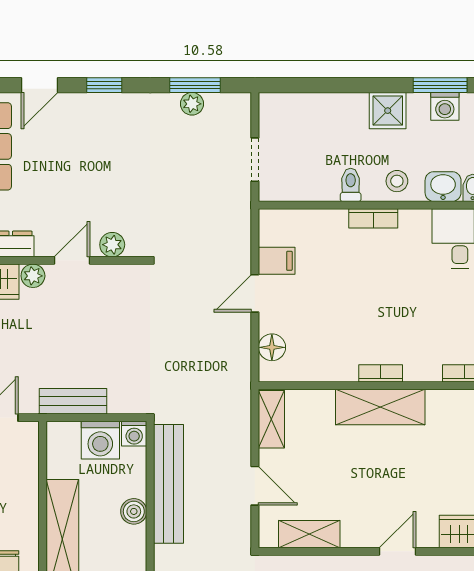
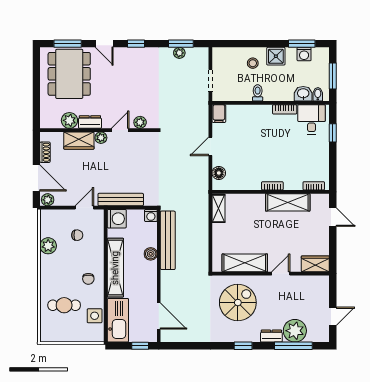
door: (40, 85) -> (104, 44), hinge flipped
stool: (397, 181) -> (253, 63), moved
bookcase: (373, 218) -> (285, 109), moved
filing cabinet: (277, 261) -> (219, 114), moved, turned 90
bench: (73, 401) -> (121, 200), width x1.36
shelving: (380, 407) -> (288, 202), moved
washing machine: (100, 440) -> (117, 219), moved, turned -90
door: (255, 486) -> (210, 241), removed
shelving: (309, 534) -> (245, 263), width x1.50, depth x1.33

